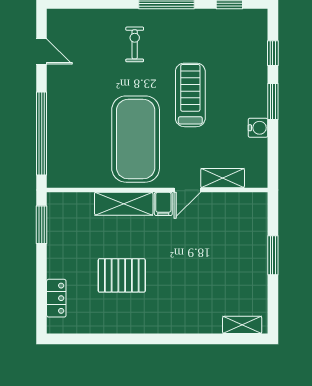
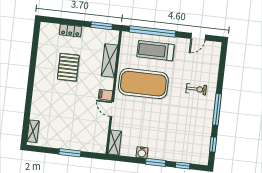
treadmill: (190, 95) -> (156, 51), moved, turned 180
shelving: (223, 178) -> (115, 143), moved
shelving: (124, 204) -> (110, 60), moved
locker: (56, 298) -> (70, 31), moved

